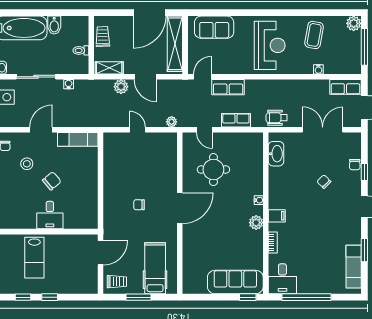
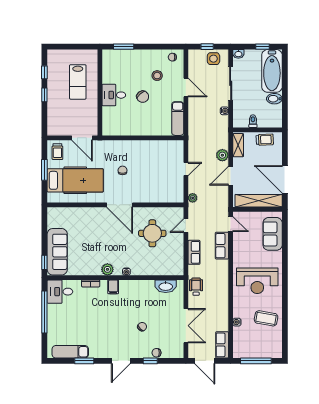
plant: (354, 23) -> (276, 352), removed
lab bench: (34, 258) -> (78, 82), turned -90
hospital bed: (155, 268) -> (75, 180), width x1.37, depth x1.29

